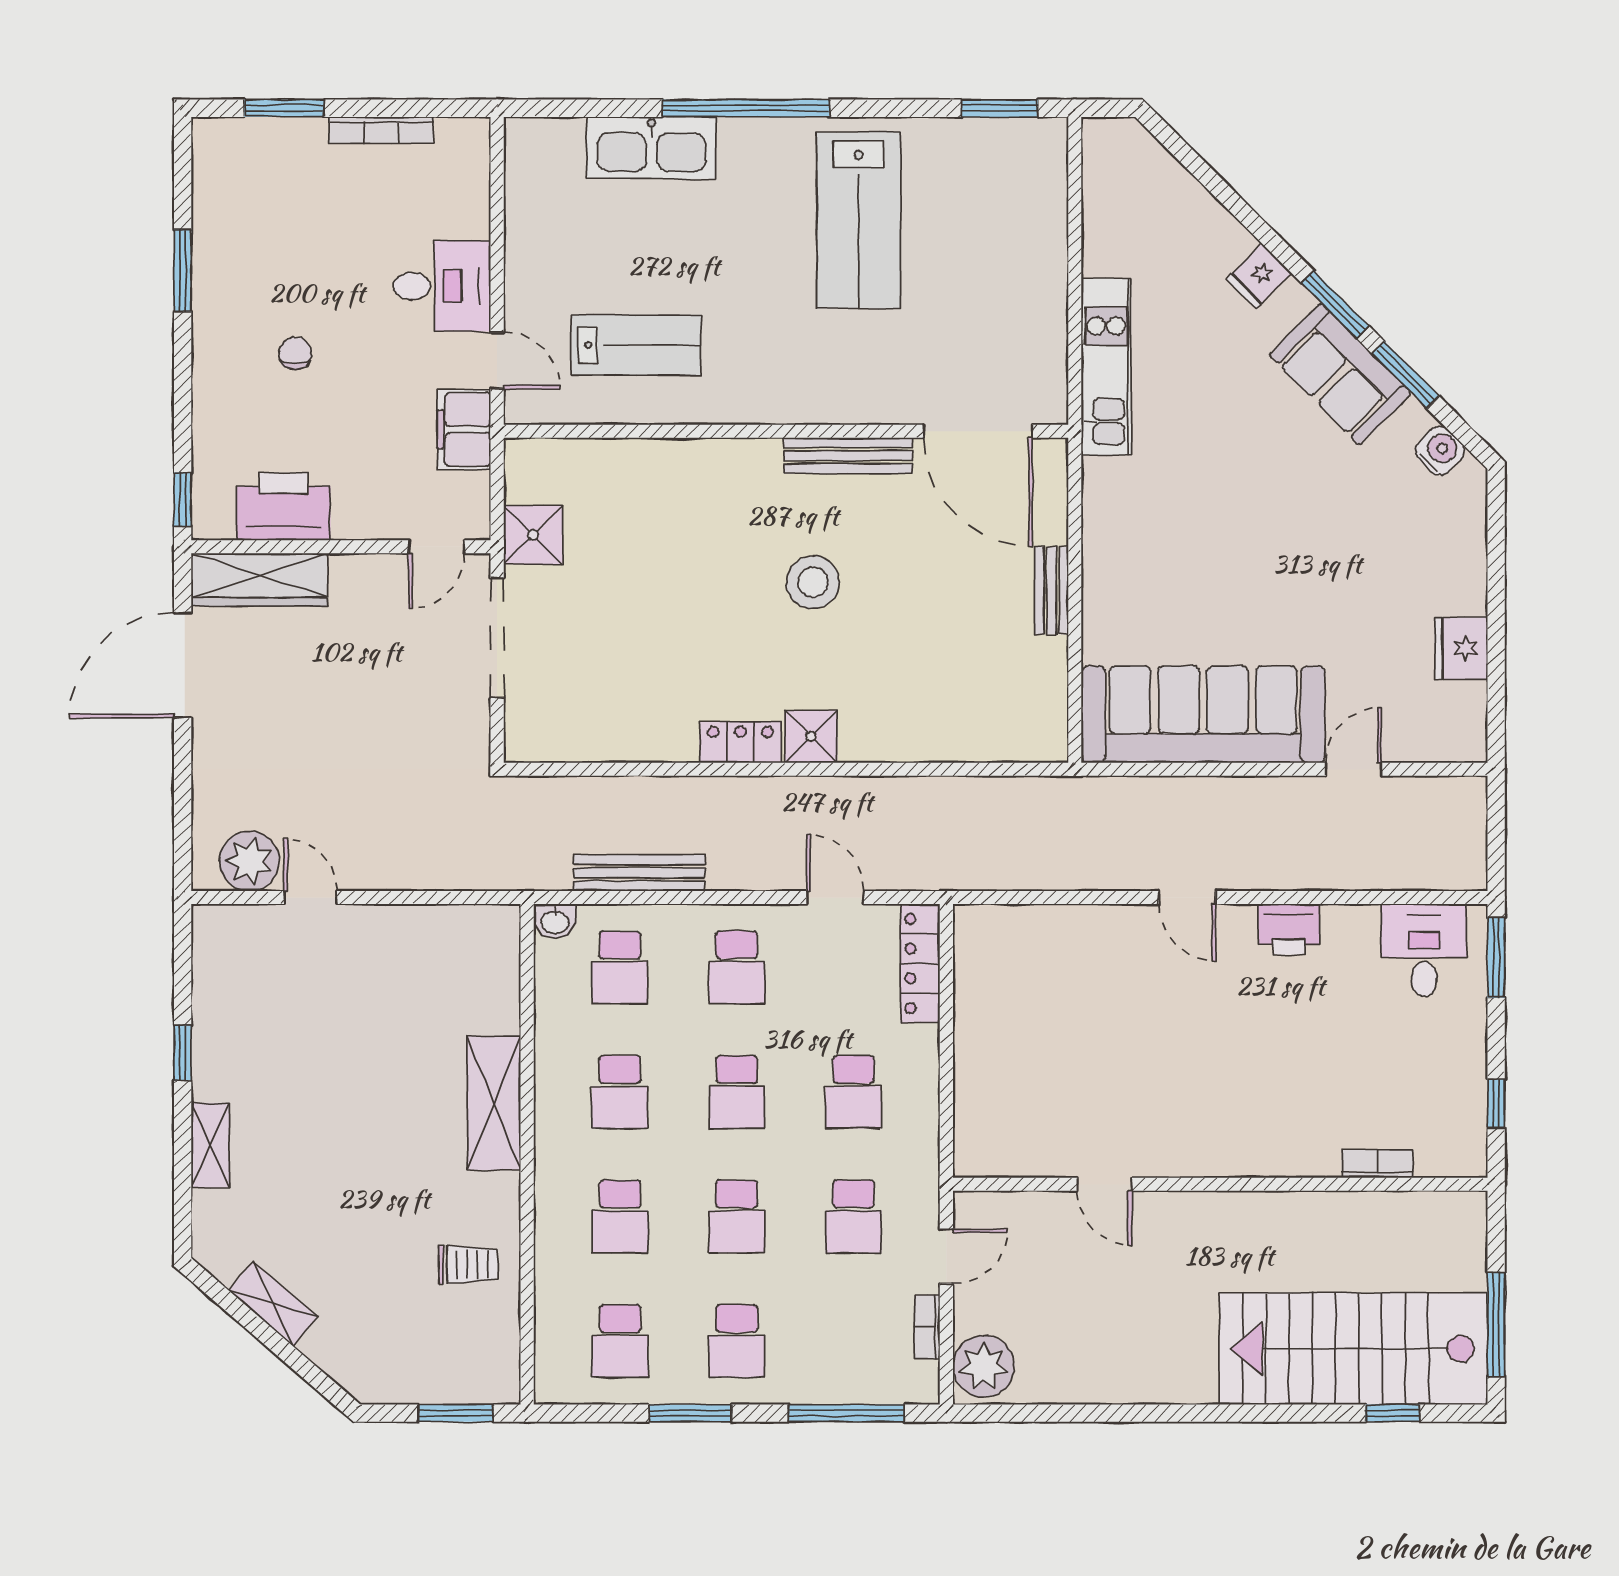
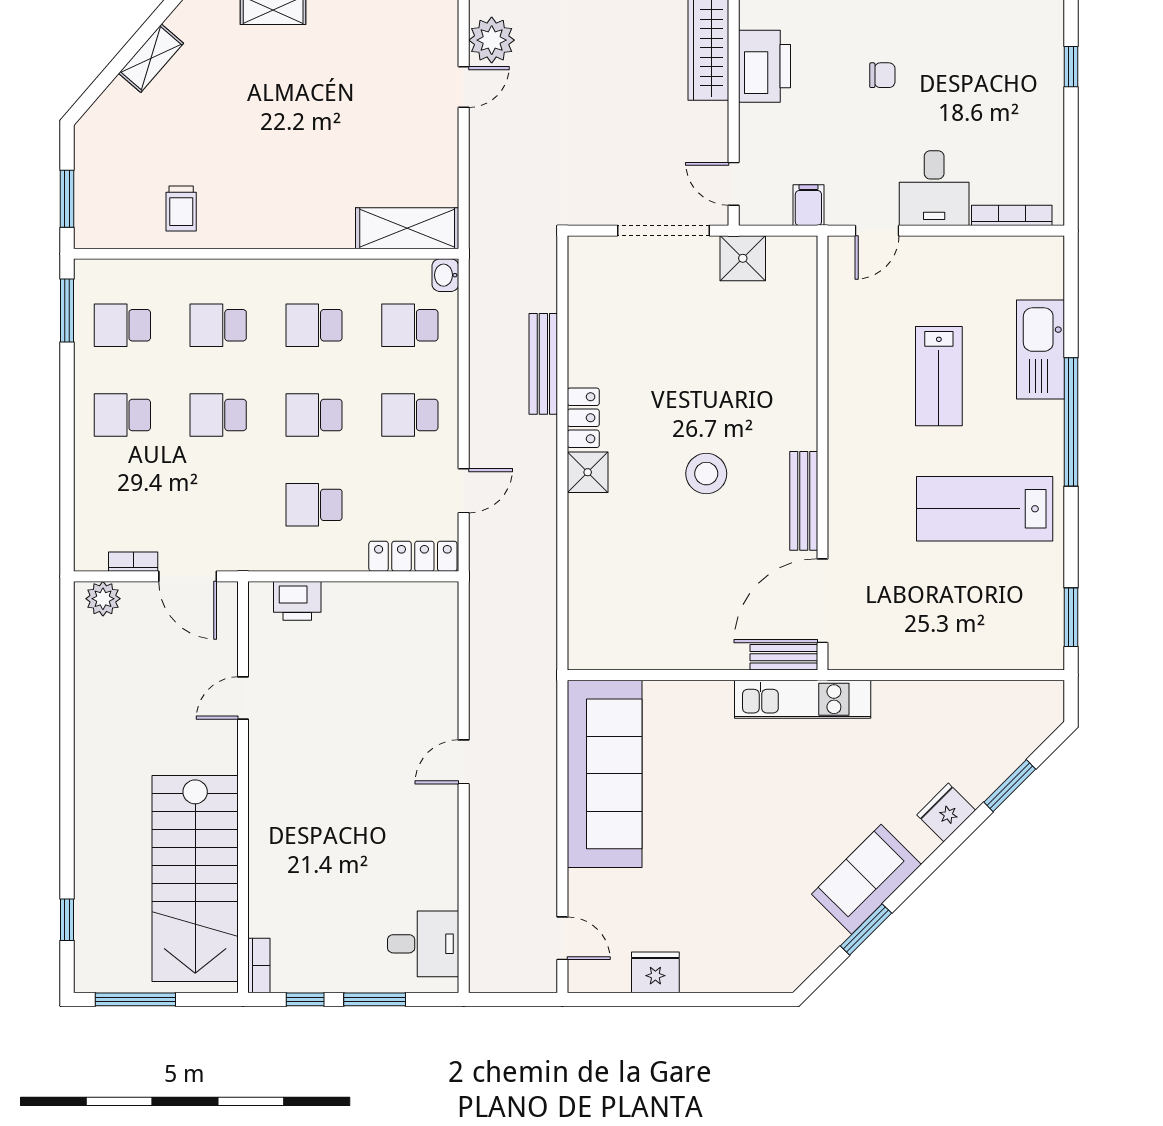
window: (284, 108) -> (1071, 67), width x0.67
bookcase: (381, 130) -> (1012, 215), moved, turned 90
fridge: (1259, 276) -> (946, 813), width x1.38
window: (1335, 305) -> (1010, 786), moved
lab bench: (636, 345) -> (939, 376), moved
kitchen unit: (1106, 367) -> (803, 699), moved
filing cabinet: (464, 429) -> (808, 205), width x0.50
water cooler: (1440, 451) -> (807, 956), removed
bench: (1052, 590) -> (784, 657), moved
door: (1353, 769) -> (562, 938), moved
bench: (639, 873) -> (543, 364), moved
printer: (1289, 929) -> (297, 601), moved, turned -90
window: (1496, 957) -> (375, 999), moved
shelving: (494, 1103) -> (407, 228), moved
bookcase: (1378, 1164) -> (259, 965), moved
school desk: (853, 1217) -> (218, 505), removed
door: (946, 1256) -> (188, 576), width x1.38
stairs: (1354, 1349) -> (195, 879), moved, turned 180
plant: (984, 1366) -> (103, 599), width x0.73, depth x0.73
window: (690, 1413) -> (67, 310), moved
window: (846, 1413) -> (67, 499), removed

